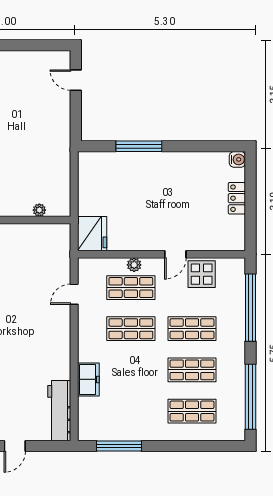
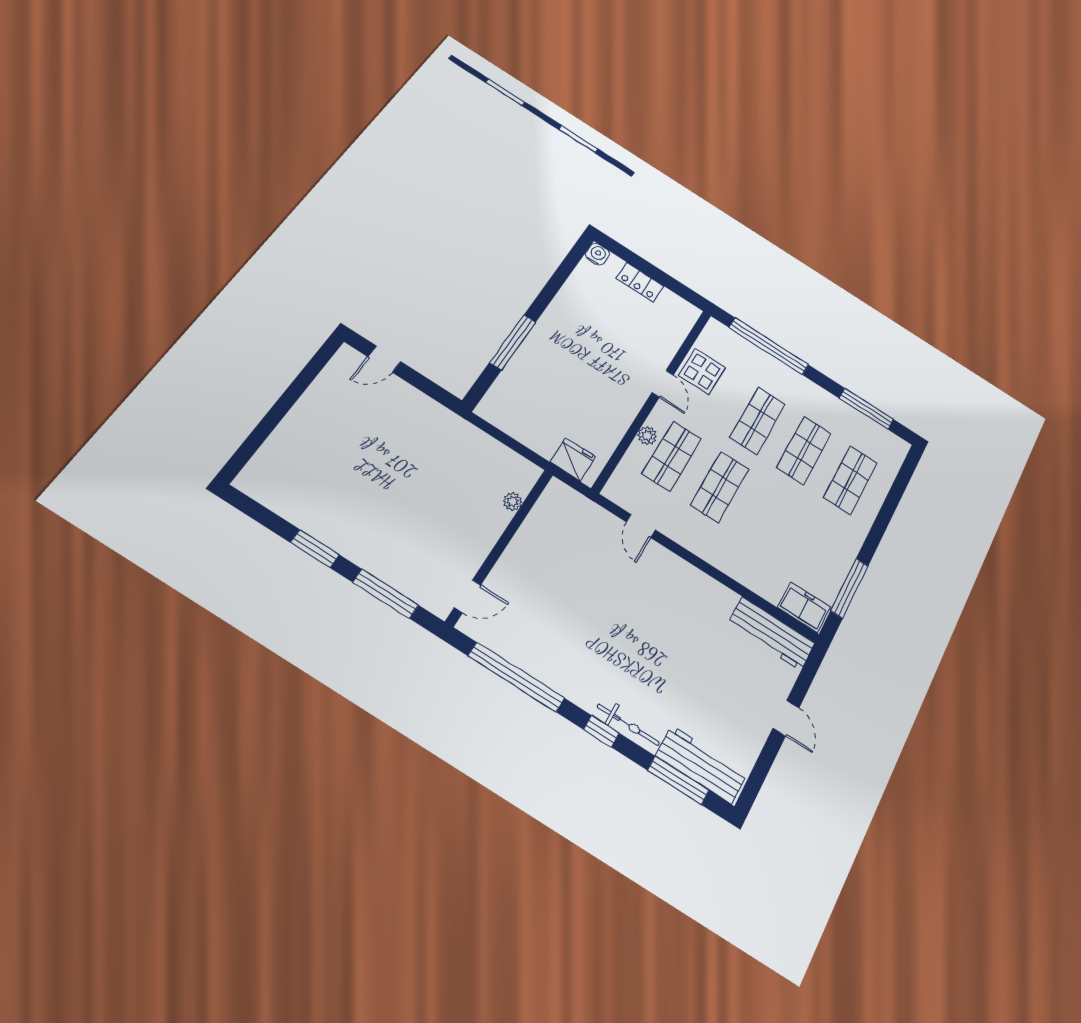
fridge: (92, 234) -> (573, 459), width x0.73, depth x0.75
freezer: (88, 379) -> (804, 607), moved
window: (251, 397) -> (866, 409), width x0.68

